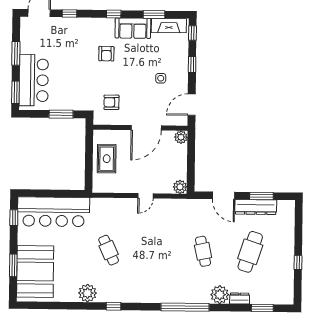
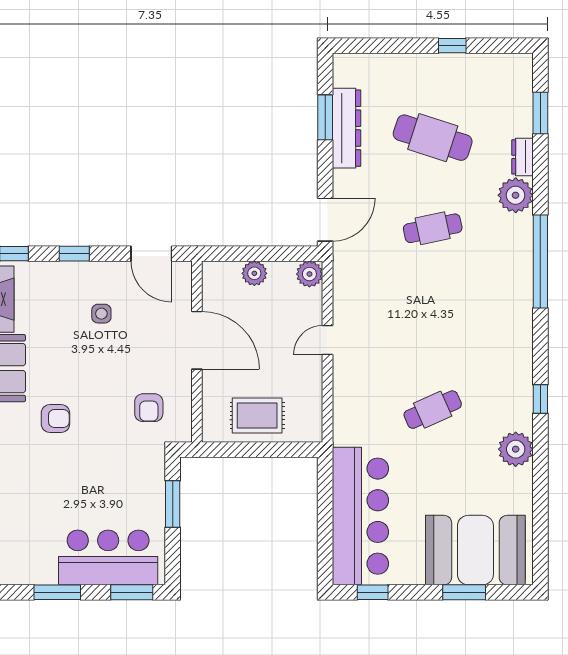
plant: (181, 137) -> (254, 273), moved
door: (223, 195) -> (325, 220), moved
door: (146, 196) -> (327, 340), swing flipped

